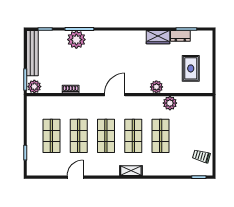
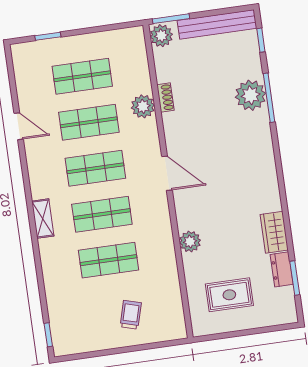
plant: (170, 103) -> (143, 106), moved
trolley: (201, 156) -> (131, 315), moved

